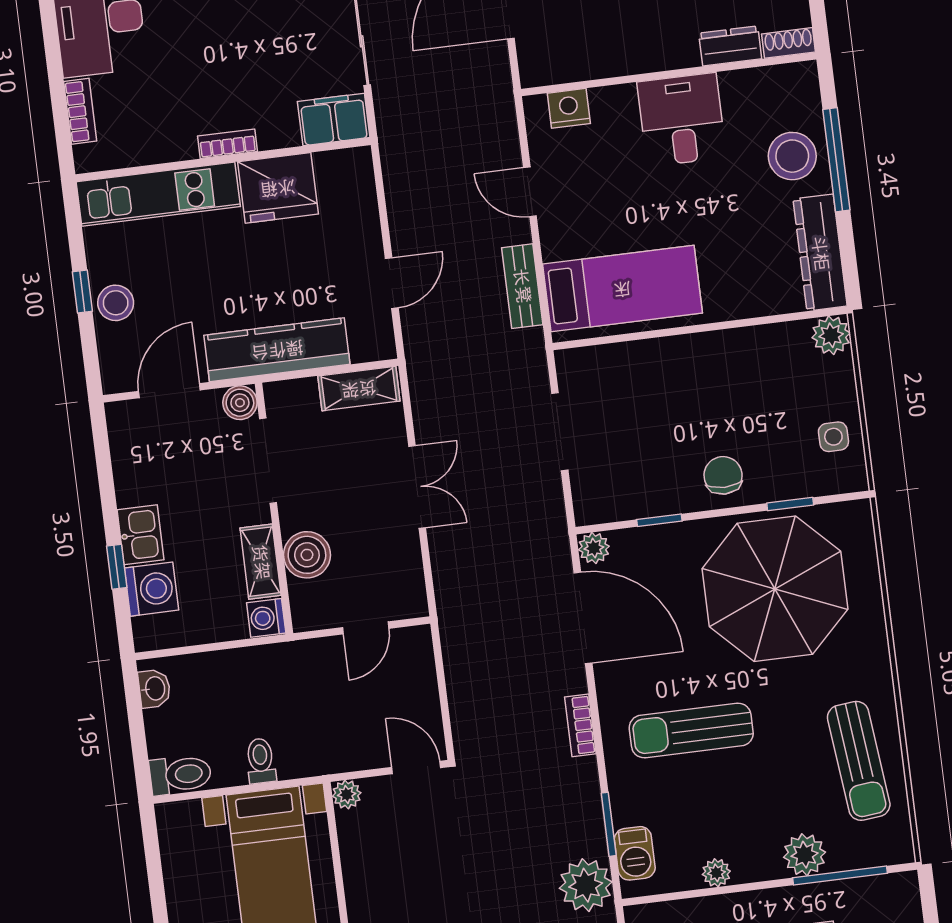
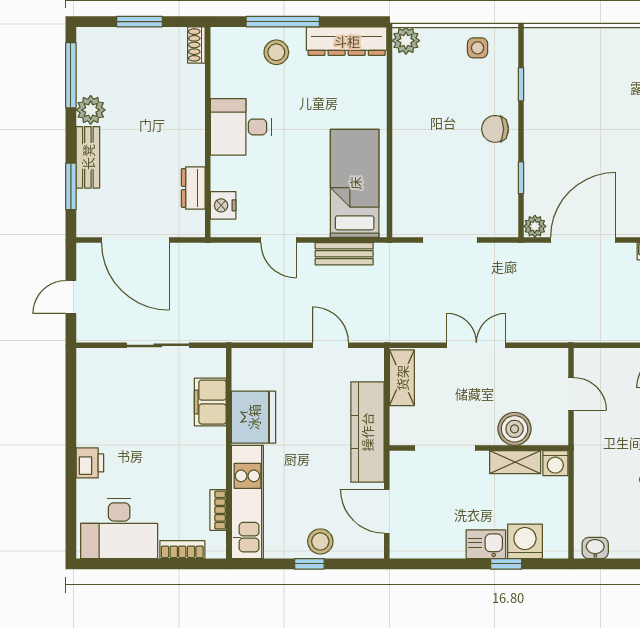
dresser: (730, 46) -> (193, 188), moved
filing cabinet: (334, 119) -> (210, 402), moved
bookcase: (227, 144) -> (218, 510), moved
stool: (792, 156) -> (276, 52), width x0.73, depth x0.73
door: (530, 192) -> (278, 240), hinge flipped
boiler: (240, 403) -> (401, 463), removed
parasol: (775, 589) -> (579, 102), removed

